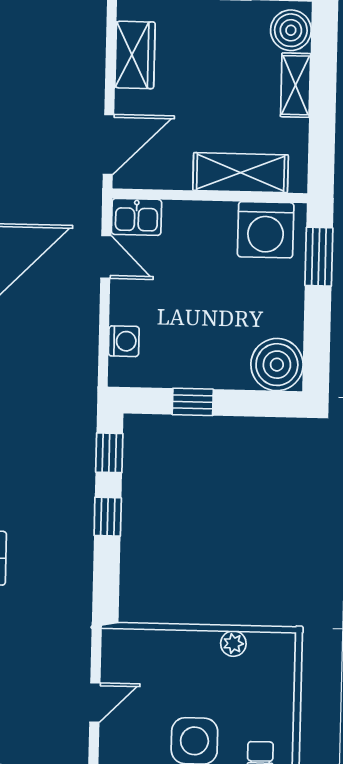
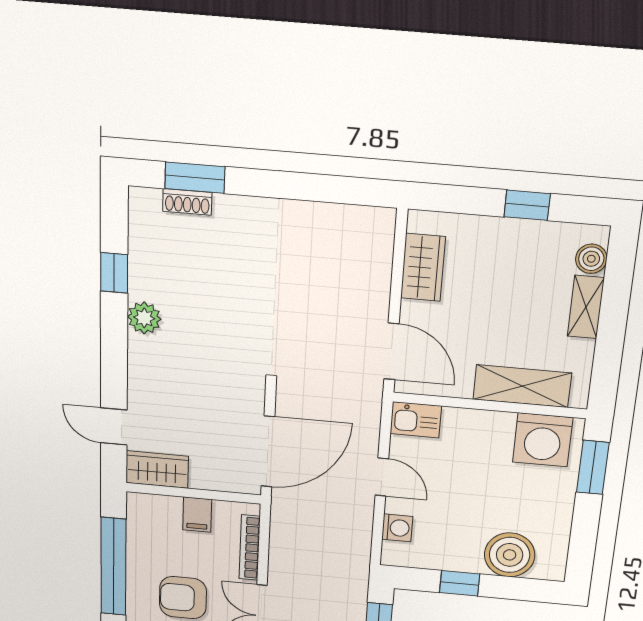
boiler: (291, 30) -> (591, 259), width x0.73, depth x0.73
door: (109, 144) -> (391, 351), hinge flipped
door: (106, 257) -> (382, 477), moved
boiler: (277, 365) -> (510, 555), moved

